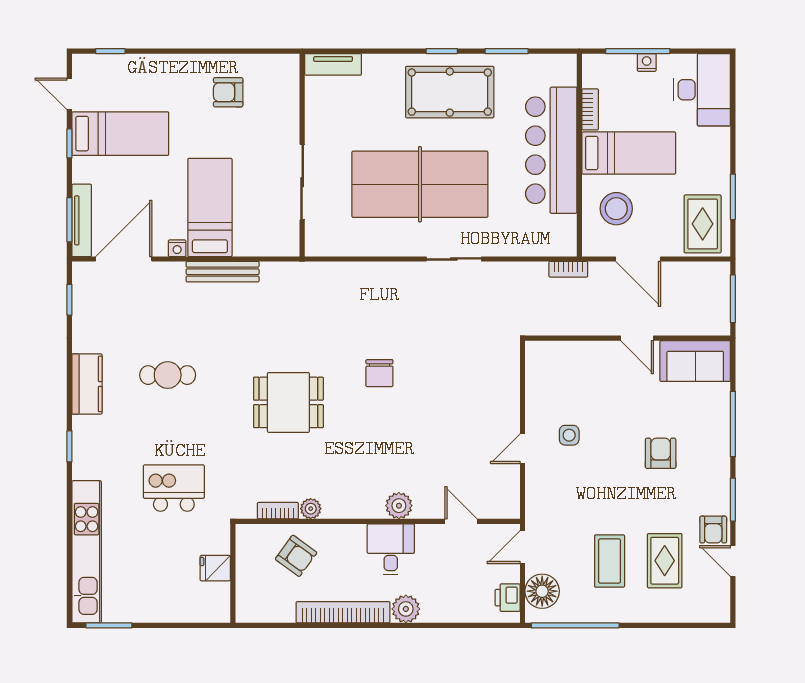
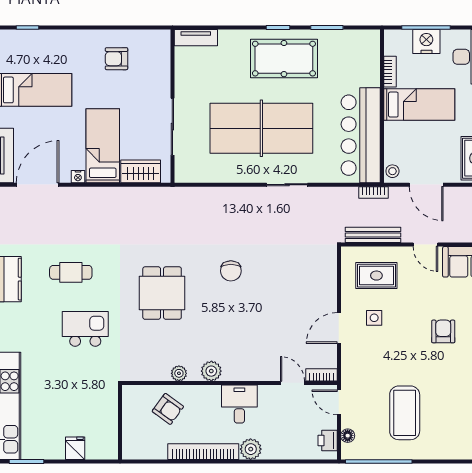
nightstand: (647, 62) -> (426, 41), width x1.89, depth x1.79
bar counter: (551, 150) -> (361, 135), moved
stool: (616, 209) -> (392, 171), moved, width x0.53, depth x0.53
wardrobe: (260, 241) -> (141, 171), added
bench: (223, 272) -> (373, 235), moved
dining table: (288, 402) -> (162, 293), turned 90
door: (522, 449) -> (339, 328), width x1.38
kitchen island: (174, 488) -> (85, 329), moved
plant: (399, 506) -> (211, 371), moved
bookcase: (278, 511) -> (321, 375), moved
door: (522, 547) -> (339, 402), hinge flipped
coffee table: (610, 561) -> (405, 413), width x1.36, depth x1.32
rug: (665, 561) -> (376, 276), moved, turned 90
fridge: (215, 568) -> (75, 448), moved, turned 90
floor lamp: (542, 591) -> (348, 436), width x0.53, depth x0.53

